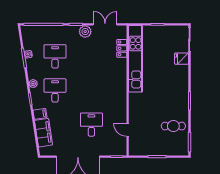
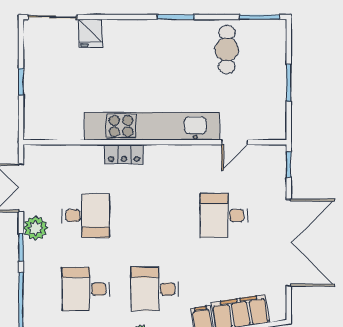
locker: (122, 48) -> (124, 154), moved
desk: (91, 56) -> (86, 216), added
kitchen unit: (136, 59) -> (152, 126), moved

